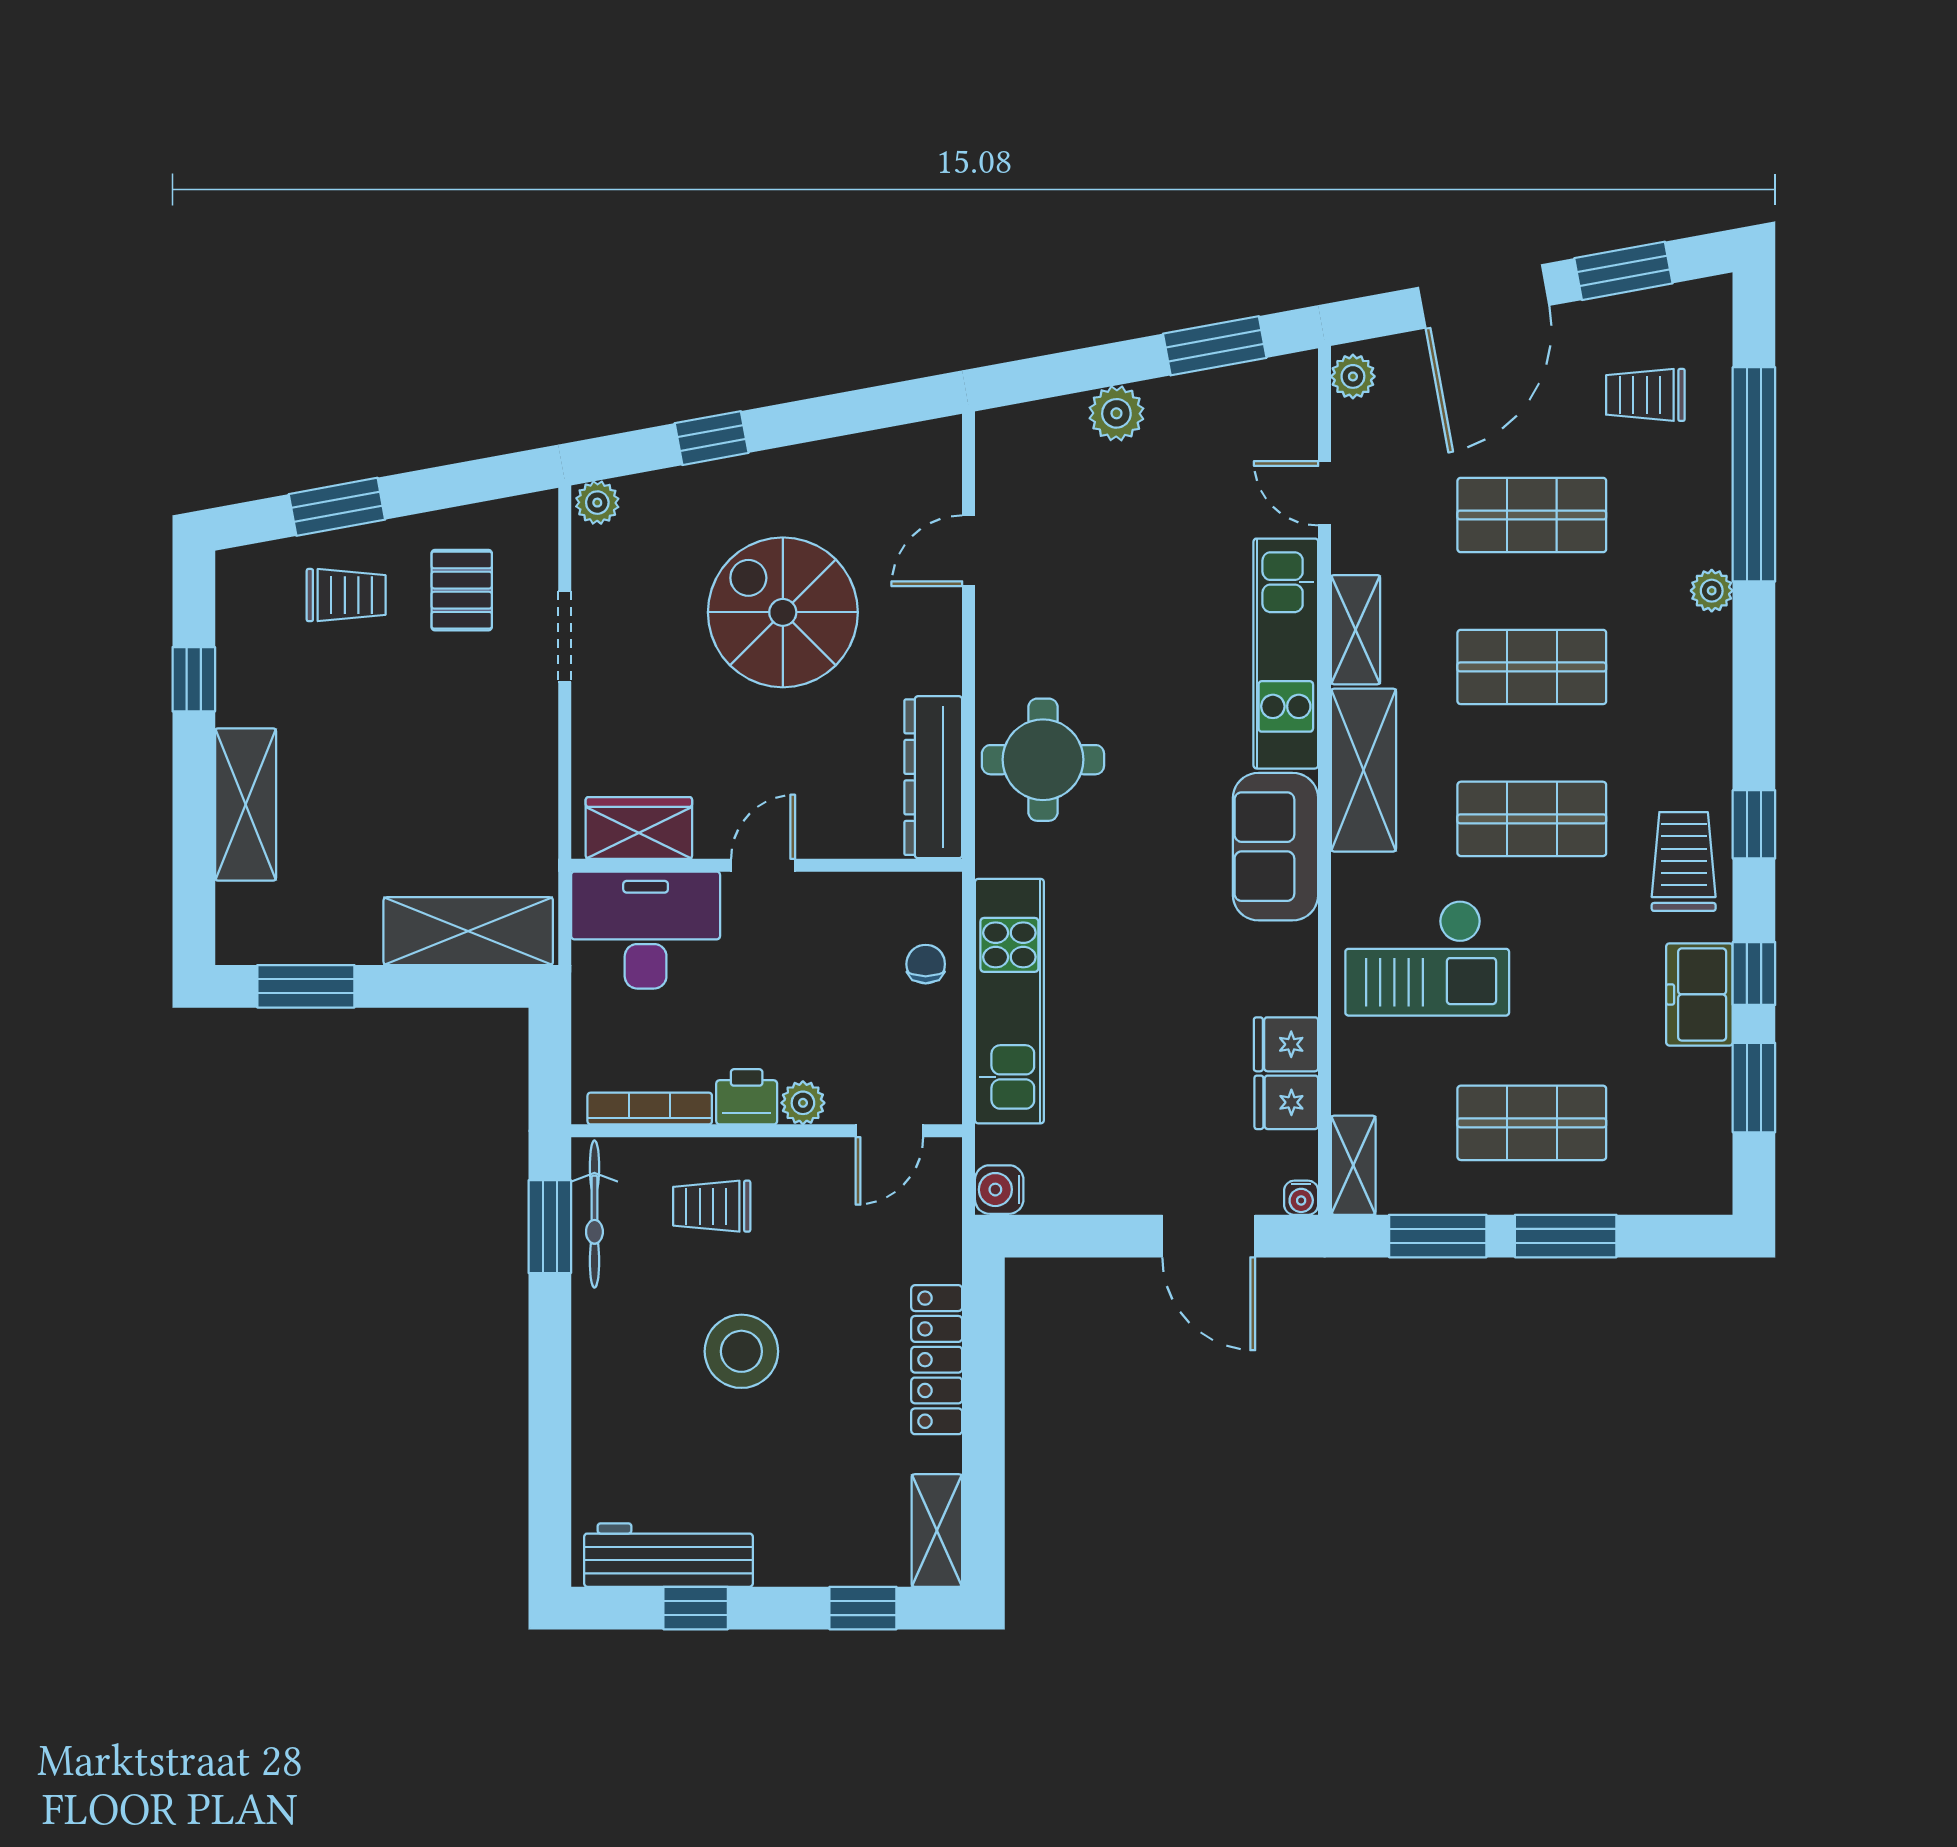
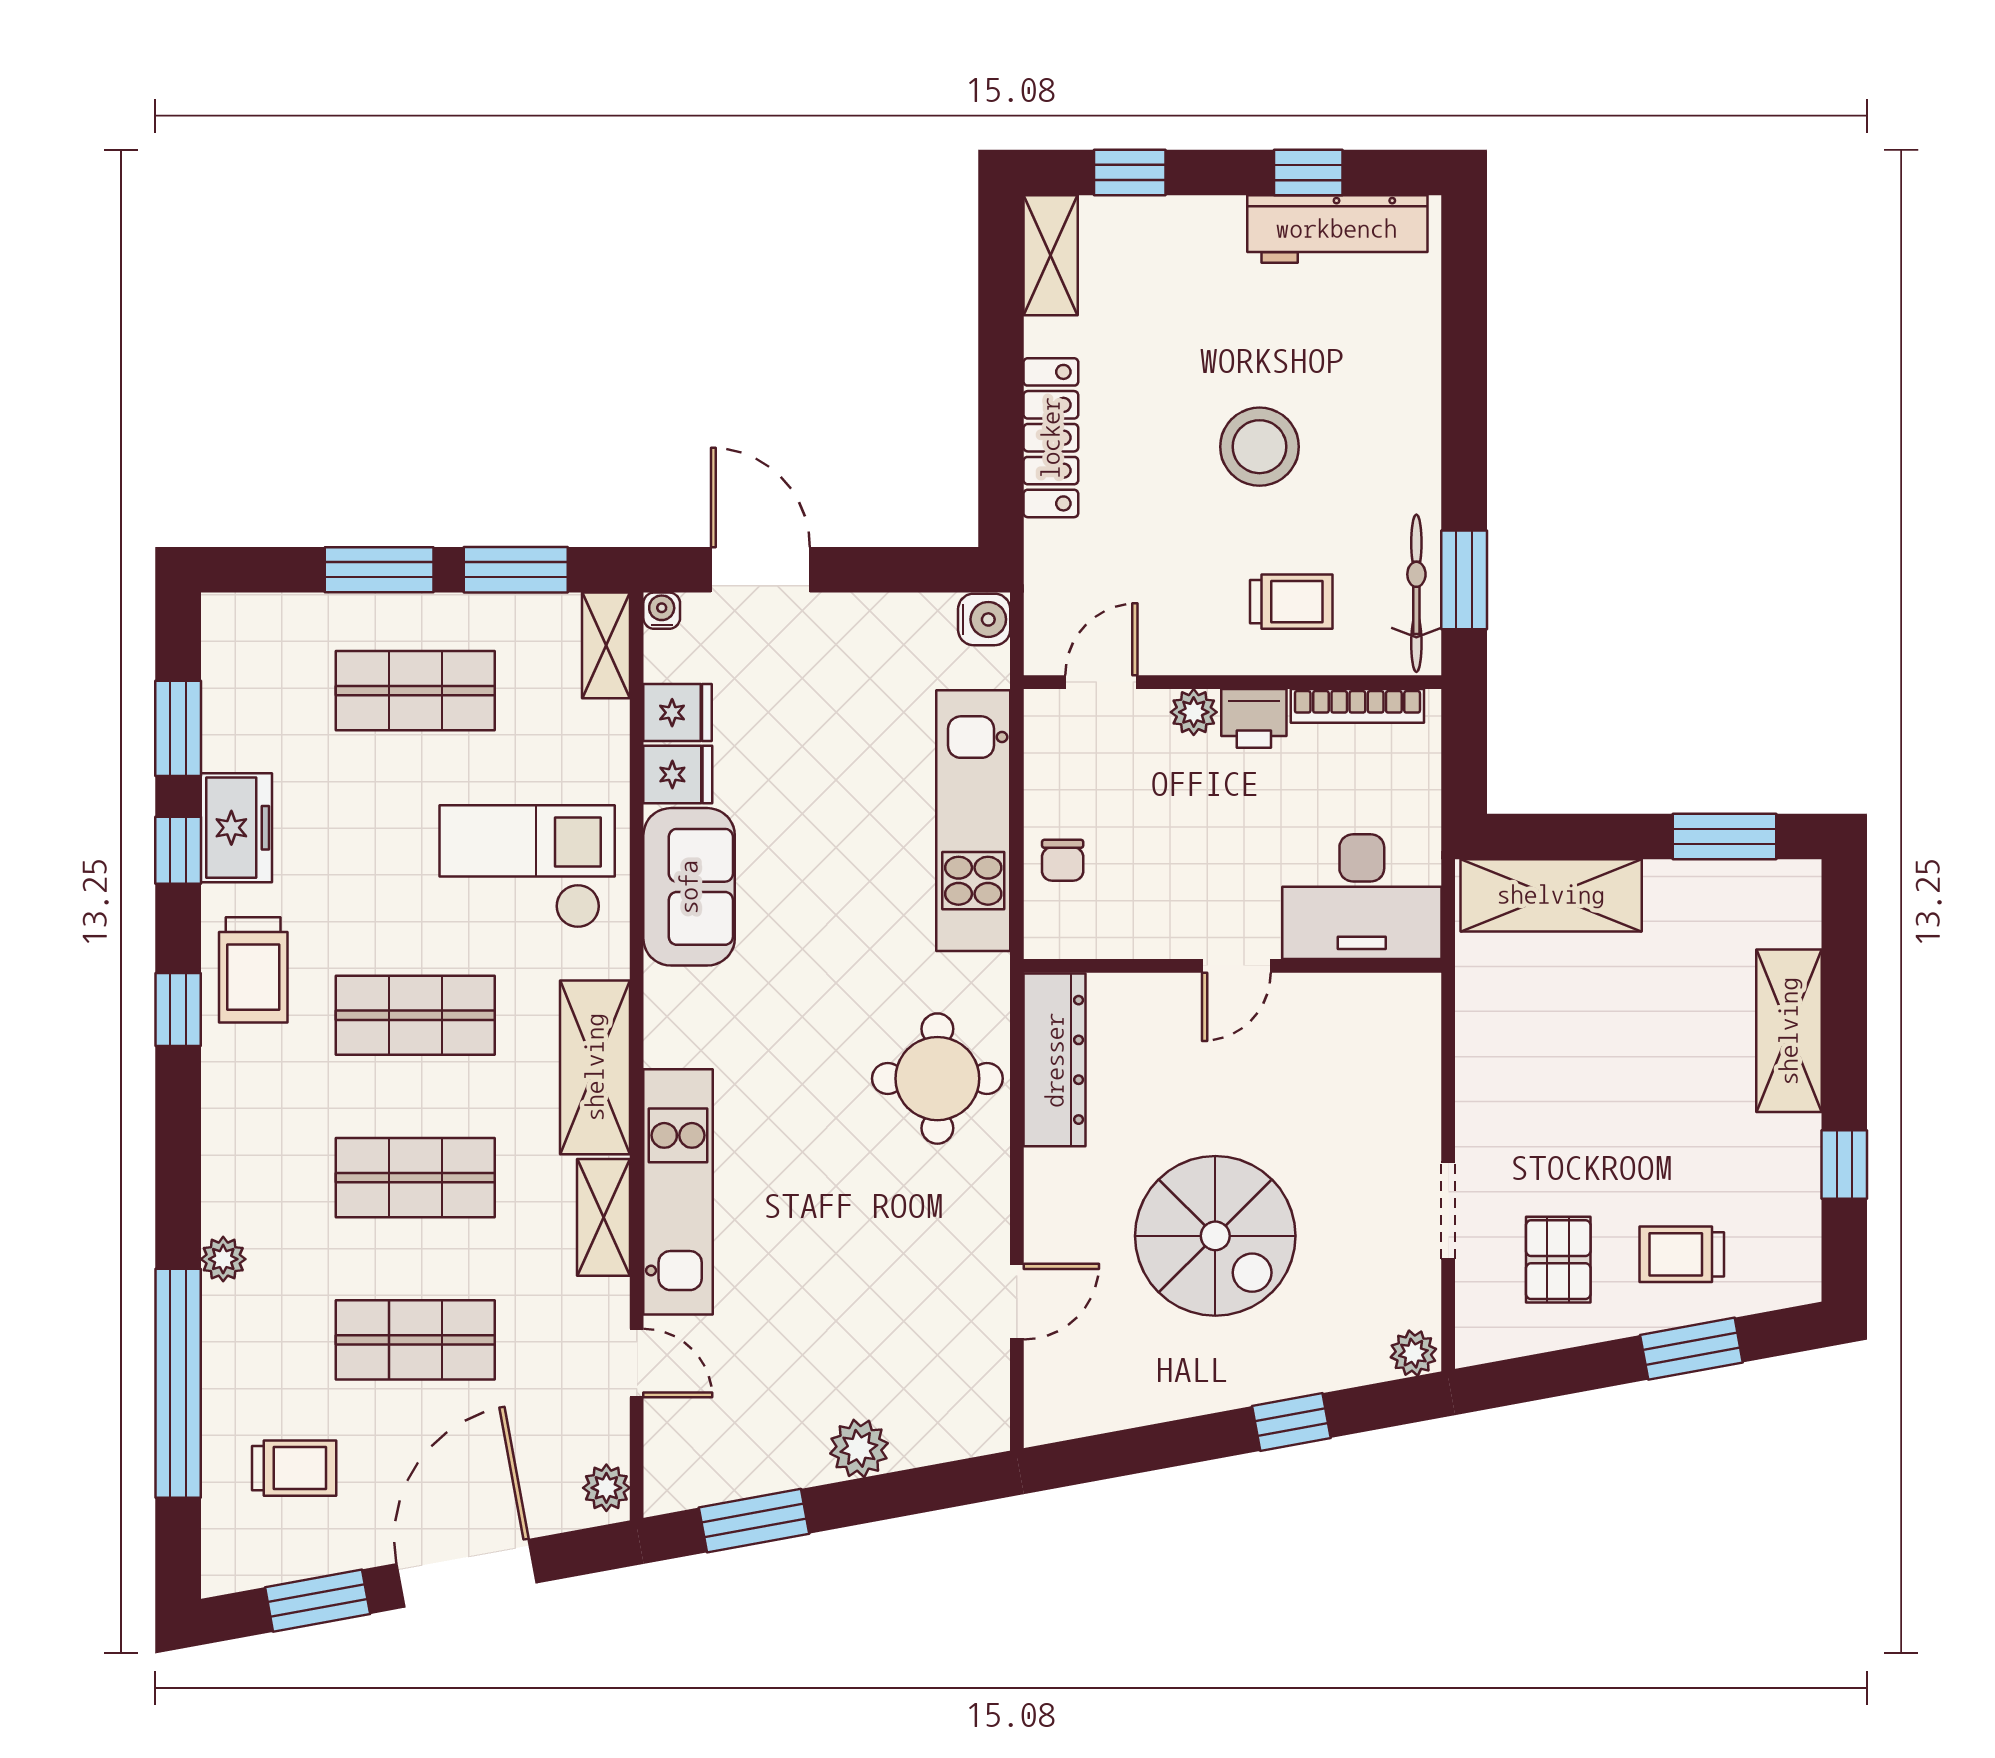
wardrobe: (639, 828) -> (1369, 1006), removed
sofa: (1276, 847) -> (689, 887), moved

